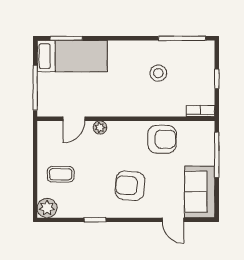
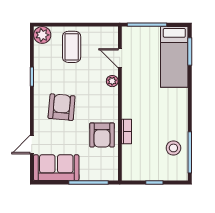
stool: (158, 73) -> (173, 148), moved
bookcase: (200, 111) -> (127, 132), moved
coffee table: (61, 174) -> (72, 47), width x1.36, depth x1.30

